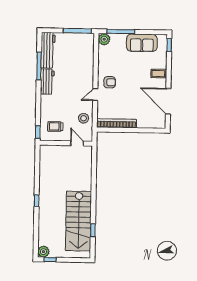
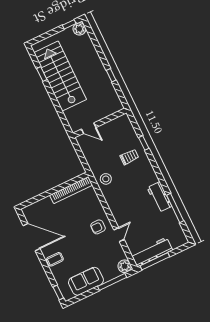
workbench: (48, 50) -> (152, 252), moved, turned 90
door: (95, 95) -> (119, 235), moved
wall: (66, 143) -> (100, 123), moved
door: (77, 143) -> (89, 128), moved

